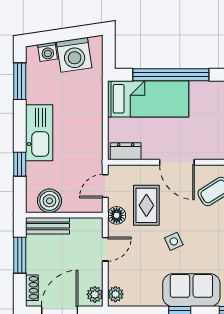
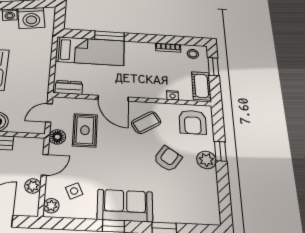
window: (171, 75) -> (109, 36), width x0.47
side table: (174, 241) -> (74, 191), moved
plant: (95, 294) -> (33, 186), moved

